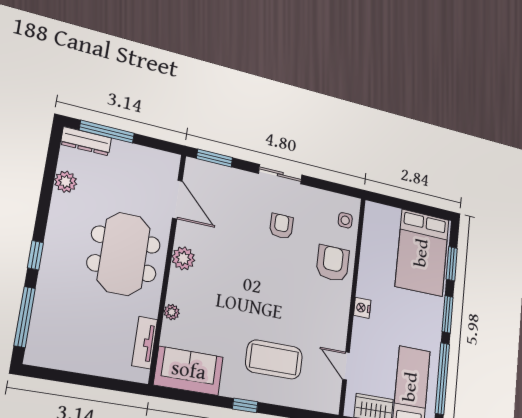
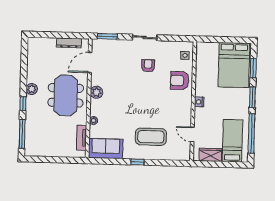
window: (107, 132) -> (49, 35), removed
dresser: (86, 141) -> (69, 43), moved
plant: (66, 182) -> (32, 89), moved
door: (177, 200) -> (90, 62), swing flipped
armchair: (333, 263) -> (180, 81), turned -90

